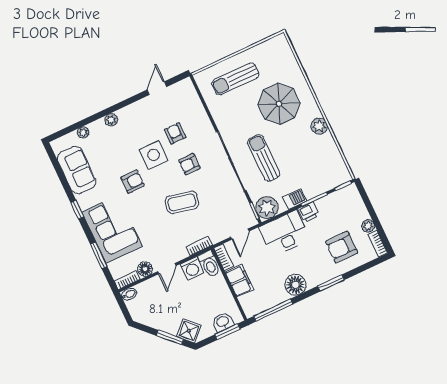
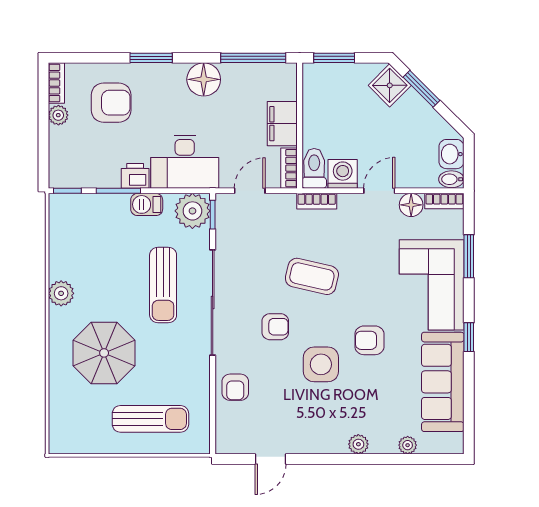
armchair: (175, 133) -> (235, 387), moved
sofa: (77, 170) -> (443, 382), width x1.36
washbasin: (223, 322) -> (451, 154), moved, turned 90

